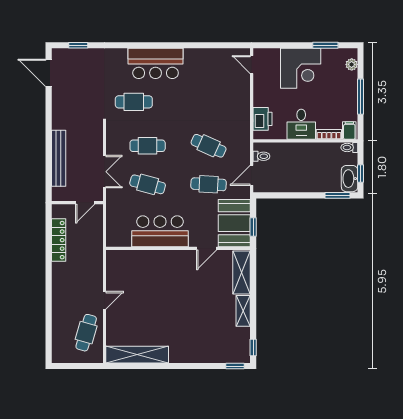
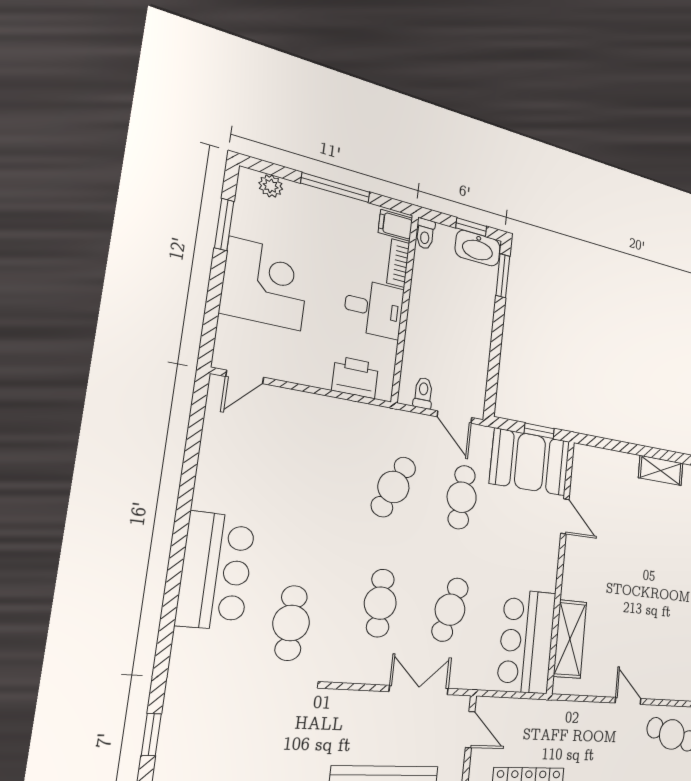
bar counter: (160, 231) -> (527, 641), moved
shelving: (242, 273) -> (570, 639), moved, turned 90

